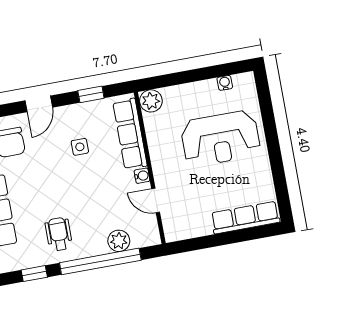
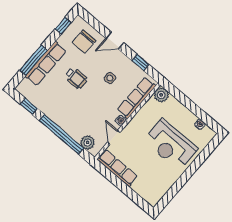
row of seats: (245, 218) -> (117, 168), moved
wheelchair: (59, 234) -> (76, 78), moved, turned 90
plant: (119, 241) -> (88, 142), moved

